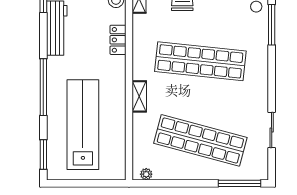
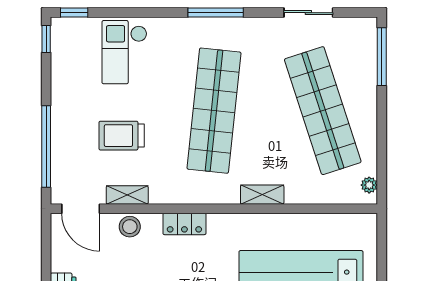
window: (272, 25) -> (216, 13), moved
shop shelf: (200, 140) -> (323, 111), turned -33

